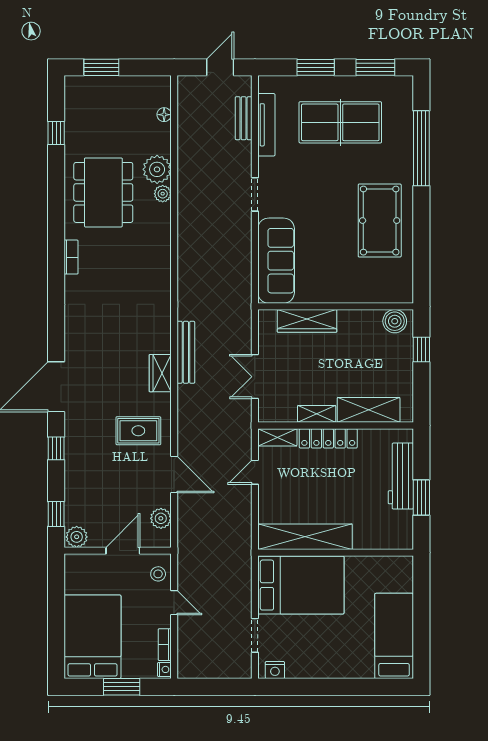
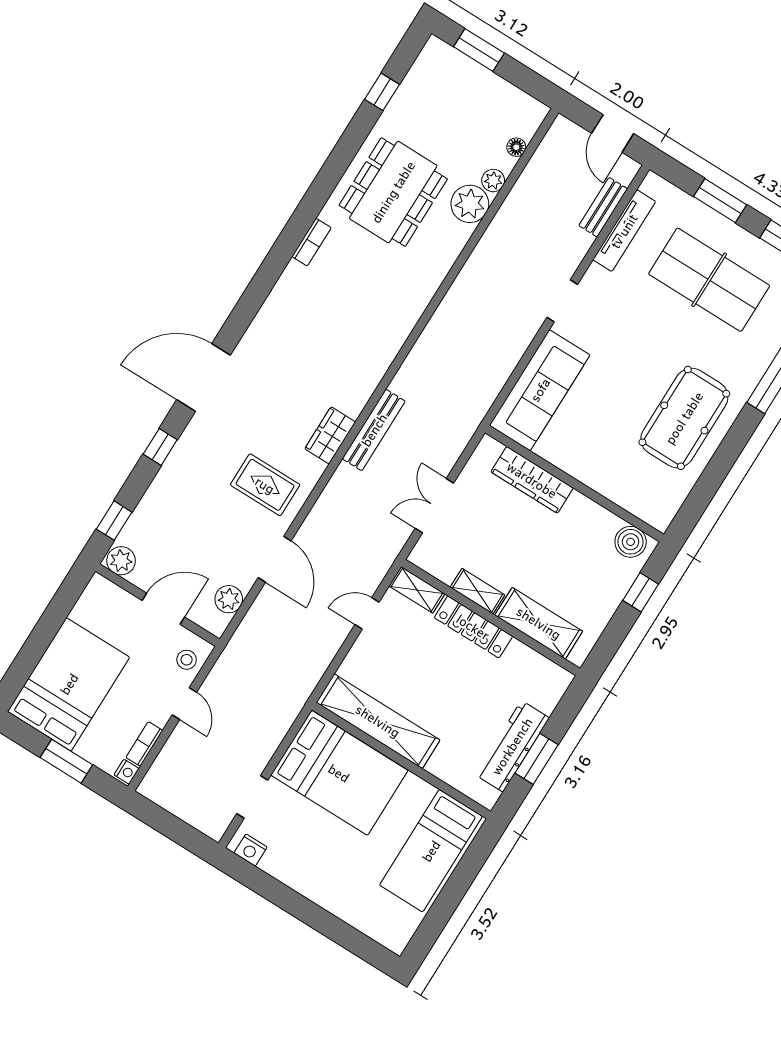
door: (220, 67) -> (613, 133), swing flipped
plant: (163, 194) -> (493, 181), moved
workbench: (401, 476) -> (512, 746), moved
bed: (394, 636) -> (431, 851), moved, turned 180

